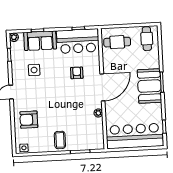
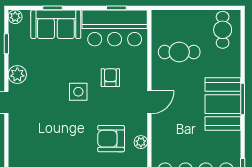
cafe table: (117, 42) -> (179, 52), moved
side table: (34, 70) -> (78, 92), moved
plant: (17, 74) -> (17, 75), added
door: (102, 87) -> (149, 102), width x0.53
armchair: (29, 120) -> (111, 139), moved

